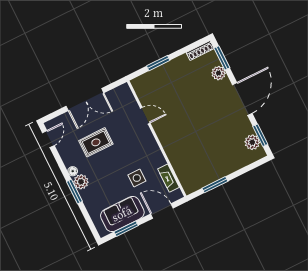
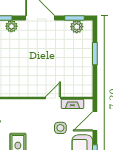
door: (145, 116) -> (53, 98), moved
window: (215, 185) -> (95, 54), moved

